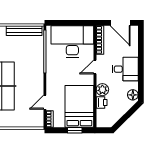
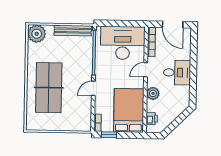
floor lamp: (133, 95) -> (184, 99), removed
door: (45, 102) -> (93, 88), moved
printer: (102, 102) -> (152, 119), moved
window: (75, 130) -> (109, 135), moved

